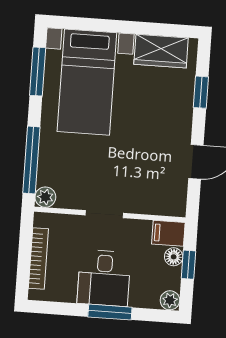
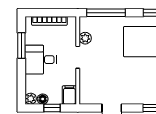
plant: (45, 197) -> (85, 38), moved
floor lamp: (174, 257) -> (43, 99), moved
window: (110, 312) -> (21, 46), moved

